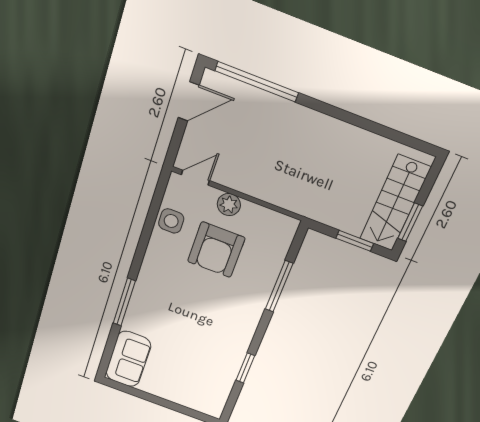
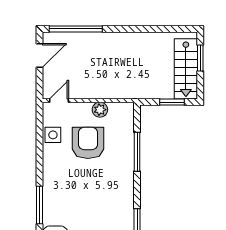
plant: (229, 205) -> (100, 110), moved
window: (410, 222) -> (200, 58), moved
armchair: (216, 250) -> (88, 143), turned 180

